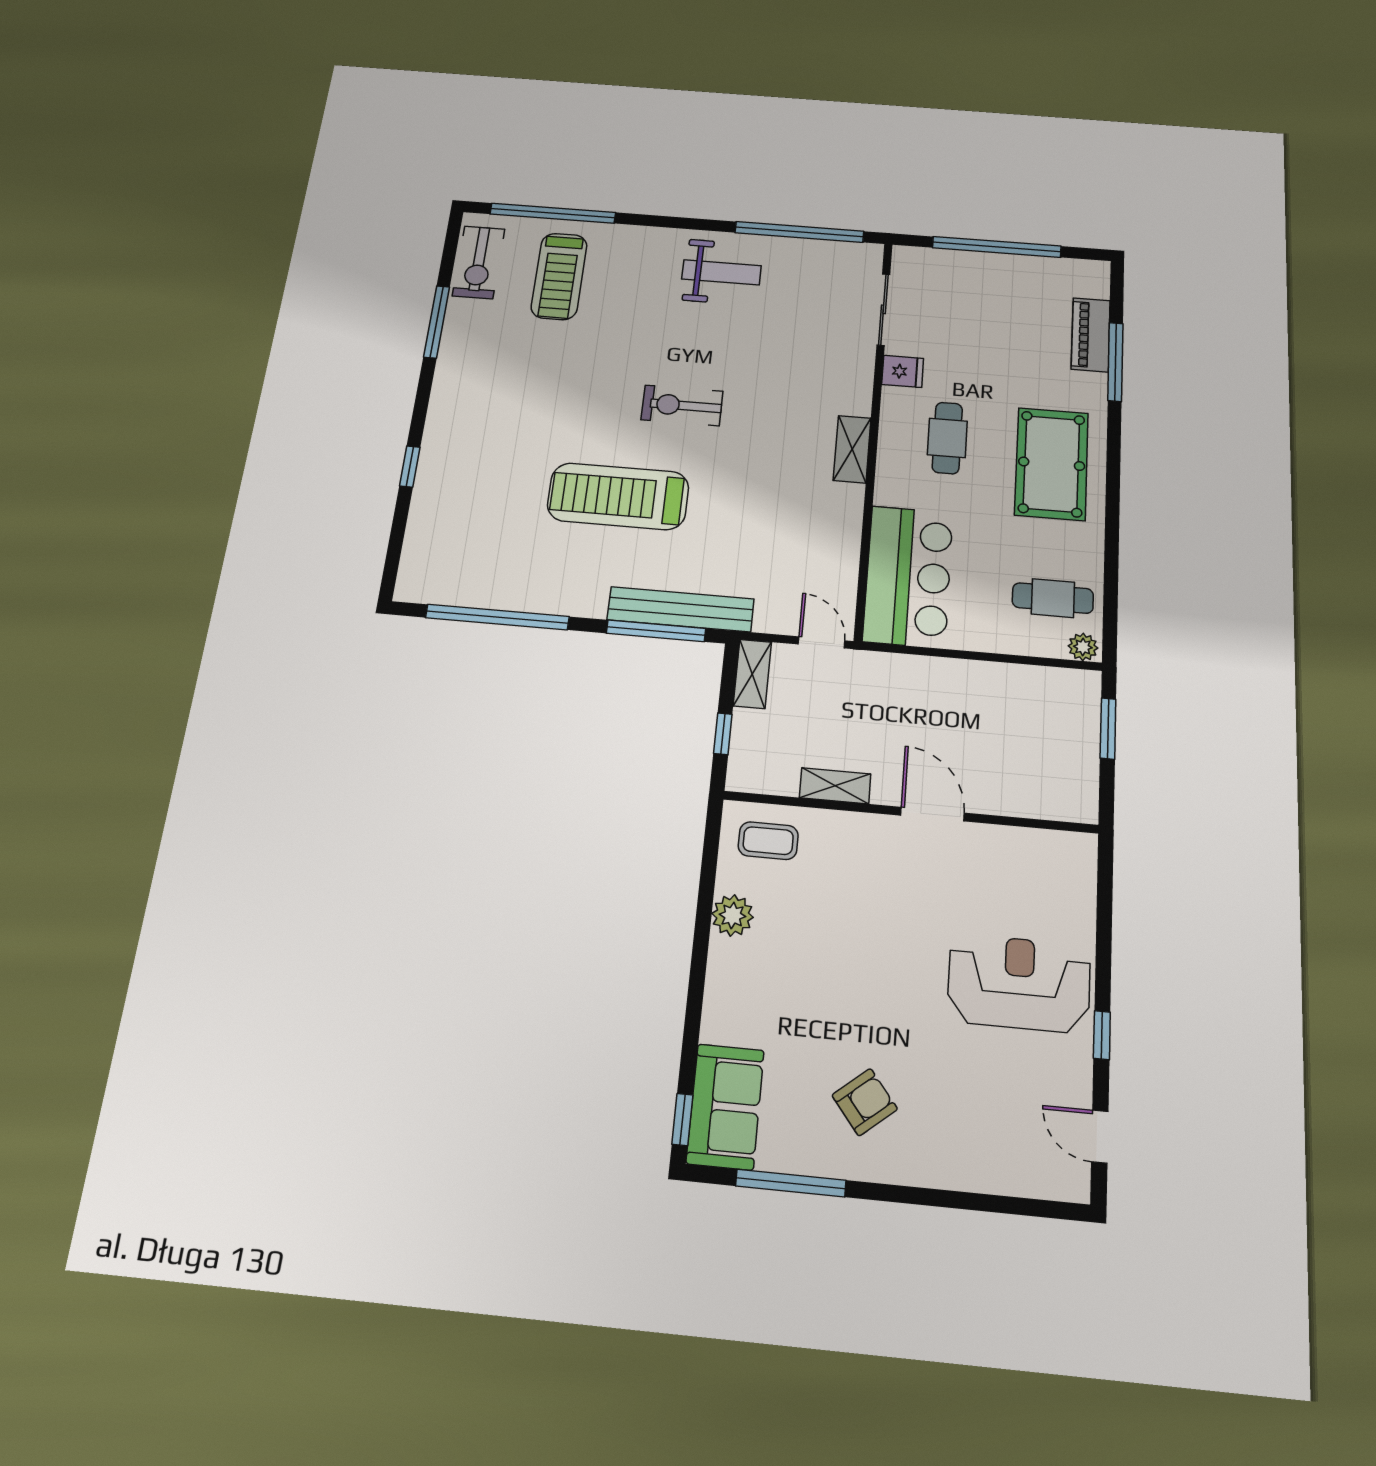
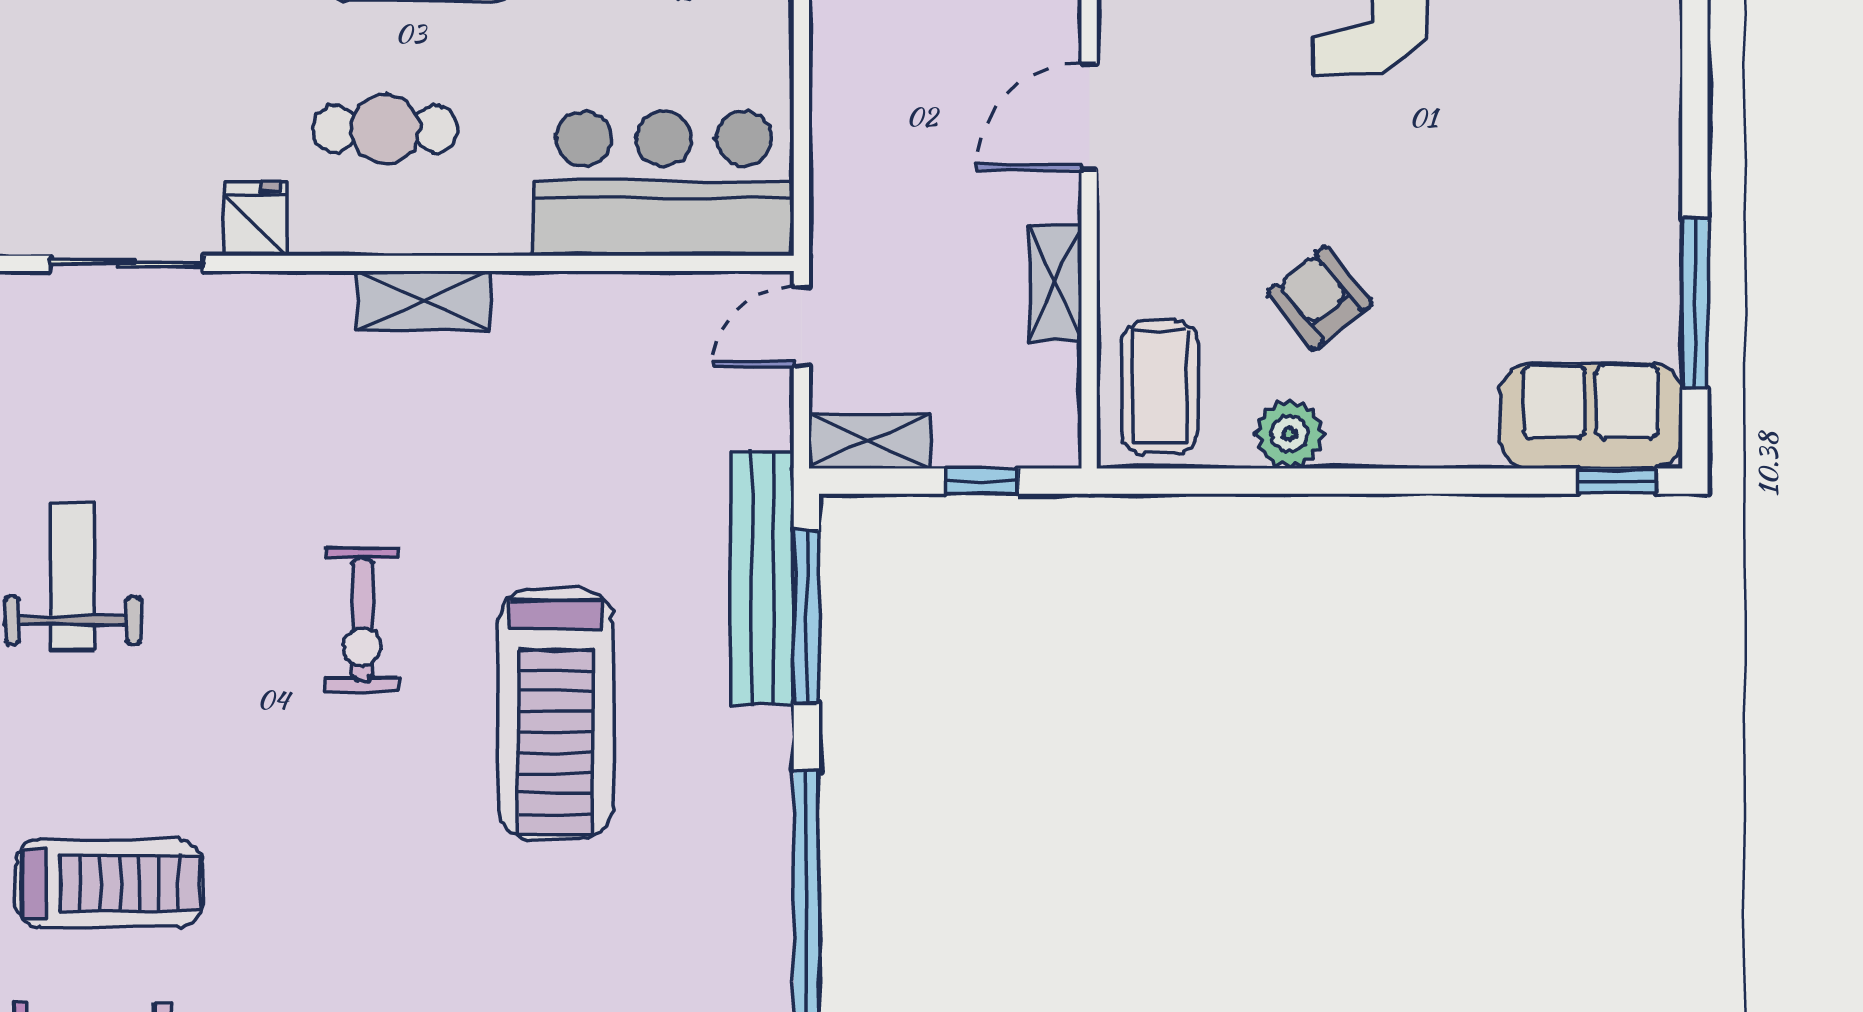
coffee table: (768, 841) -> (1160, 387), width x1.36, depth x1.30
armchair: (865, 1102) -> (1319, 298), moved

